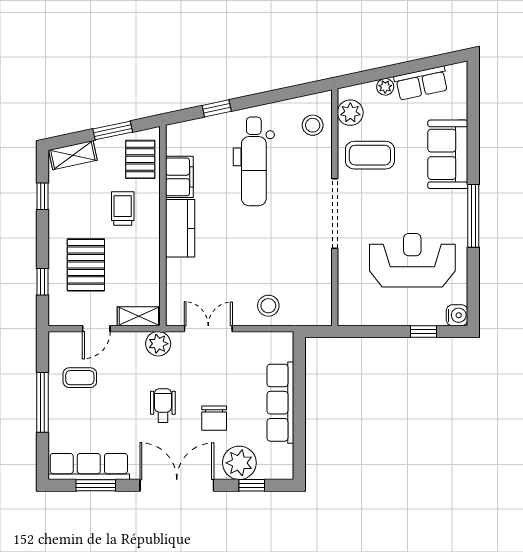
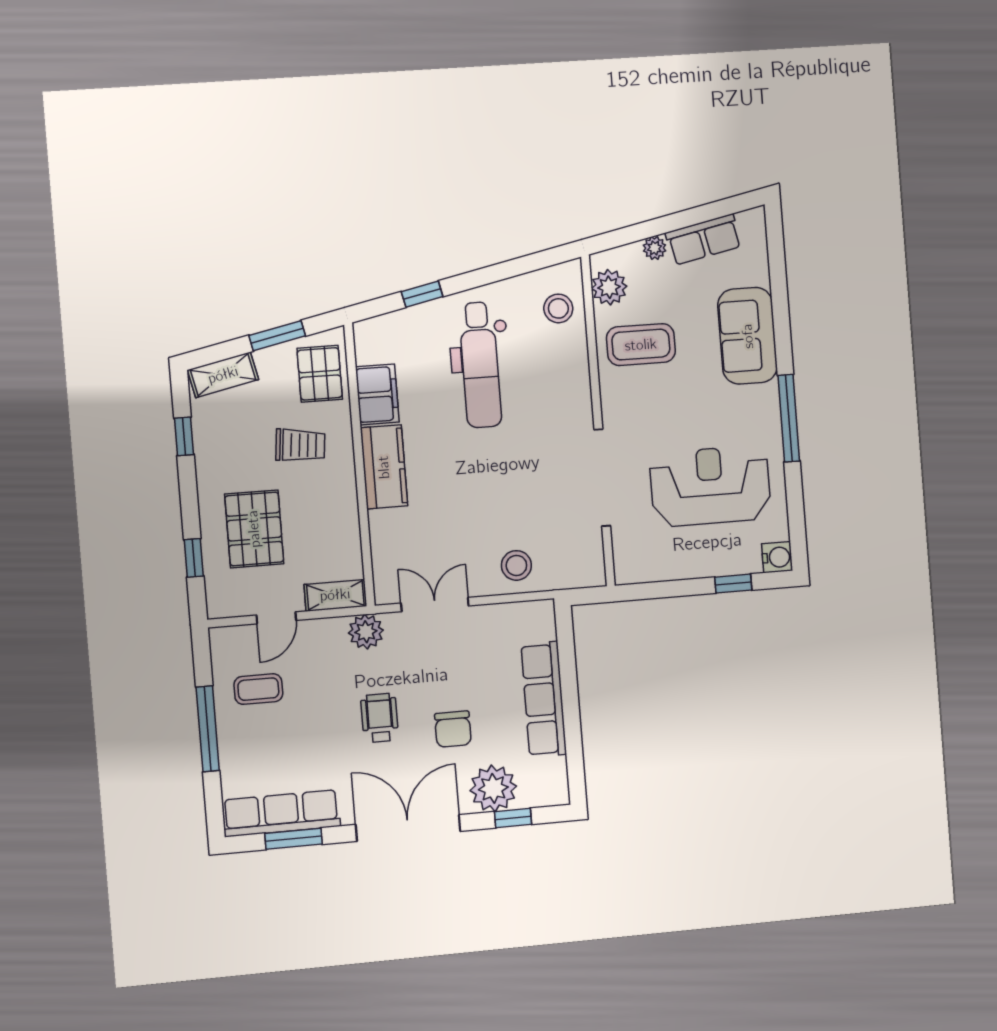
trolley: (123, 209) -> (300, 445), turned 96
doorway: (335, 213) -> (602, 478), moved

